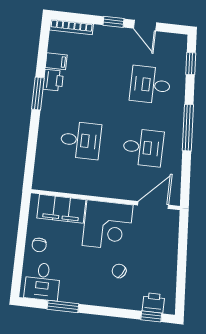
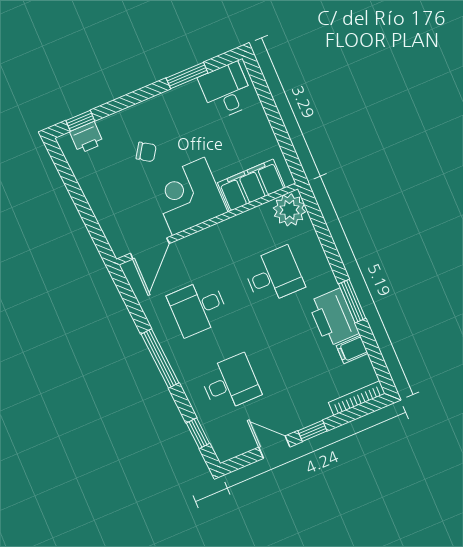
printer: (53, 80) -> (333, 318), width x1.87, depth x1.48
desk: (81, 140) -> (274, 275), turned 180
plant: (45, 178) -> (289, 210), added
chair: (39, 245) -> (253, 130), removed

